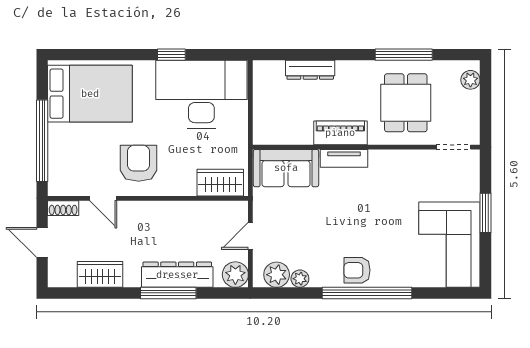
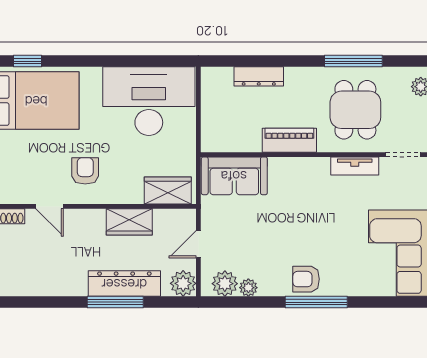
window: (171, 55) -> (27, 61), moved
tv unit: (344, 158) -> (355, 166), moved
armchair: (139, 163) -> (85, 171), width x0.72, depth x0.72
wardrobe: (100, 274) -> (129, 222), moved, turned 180
window: (367, 293) -> (316, 302), width x0.68

